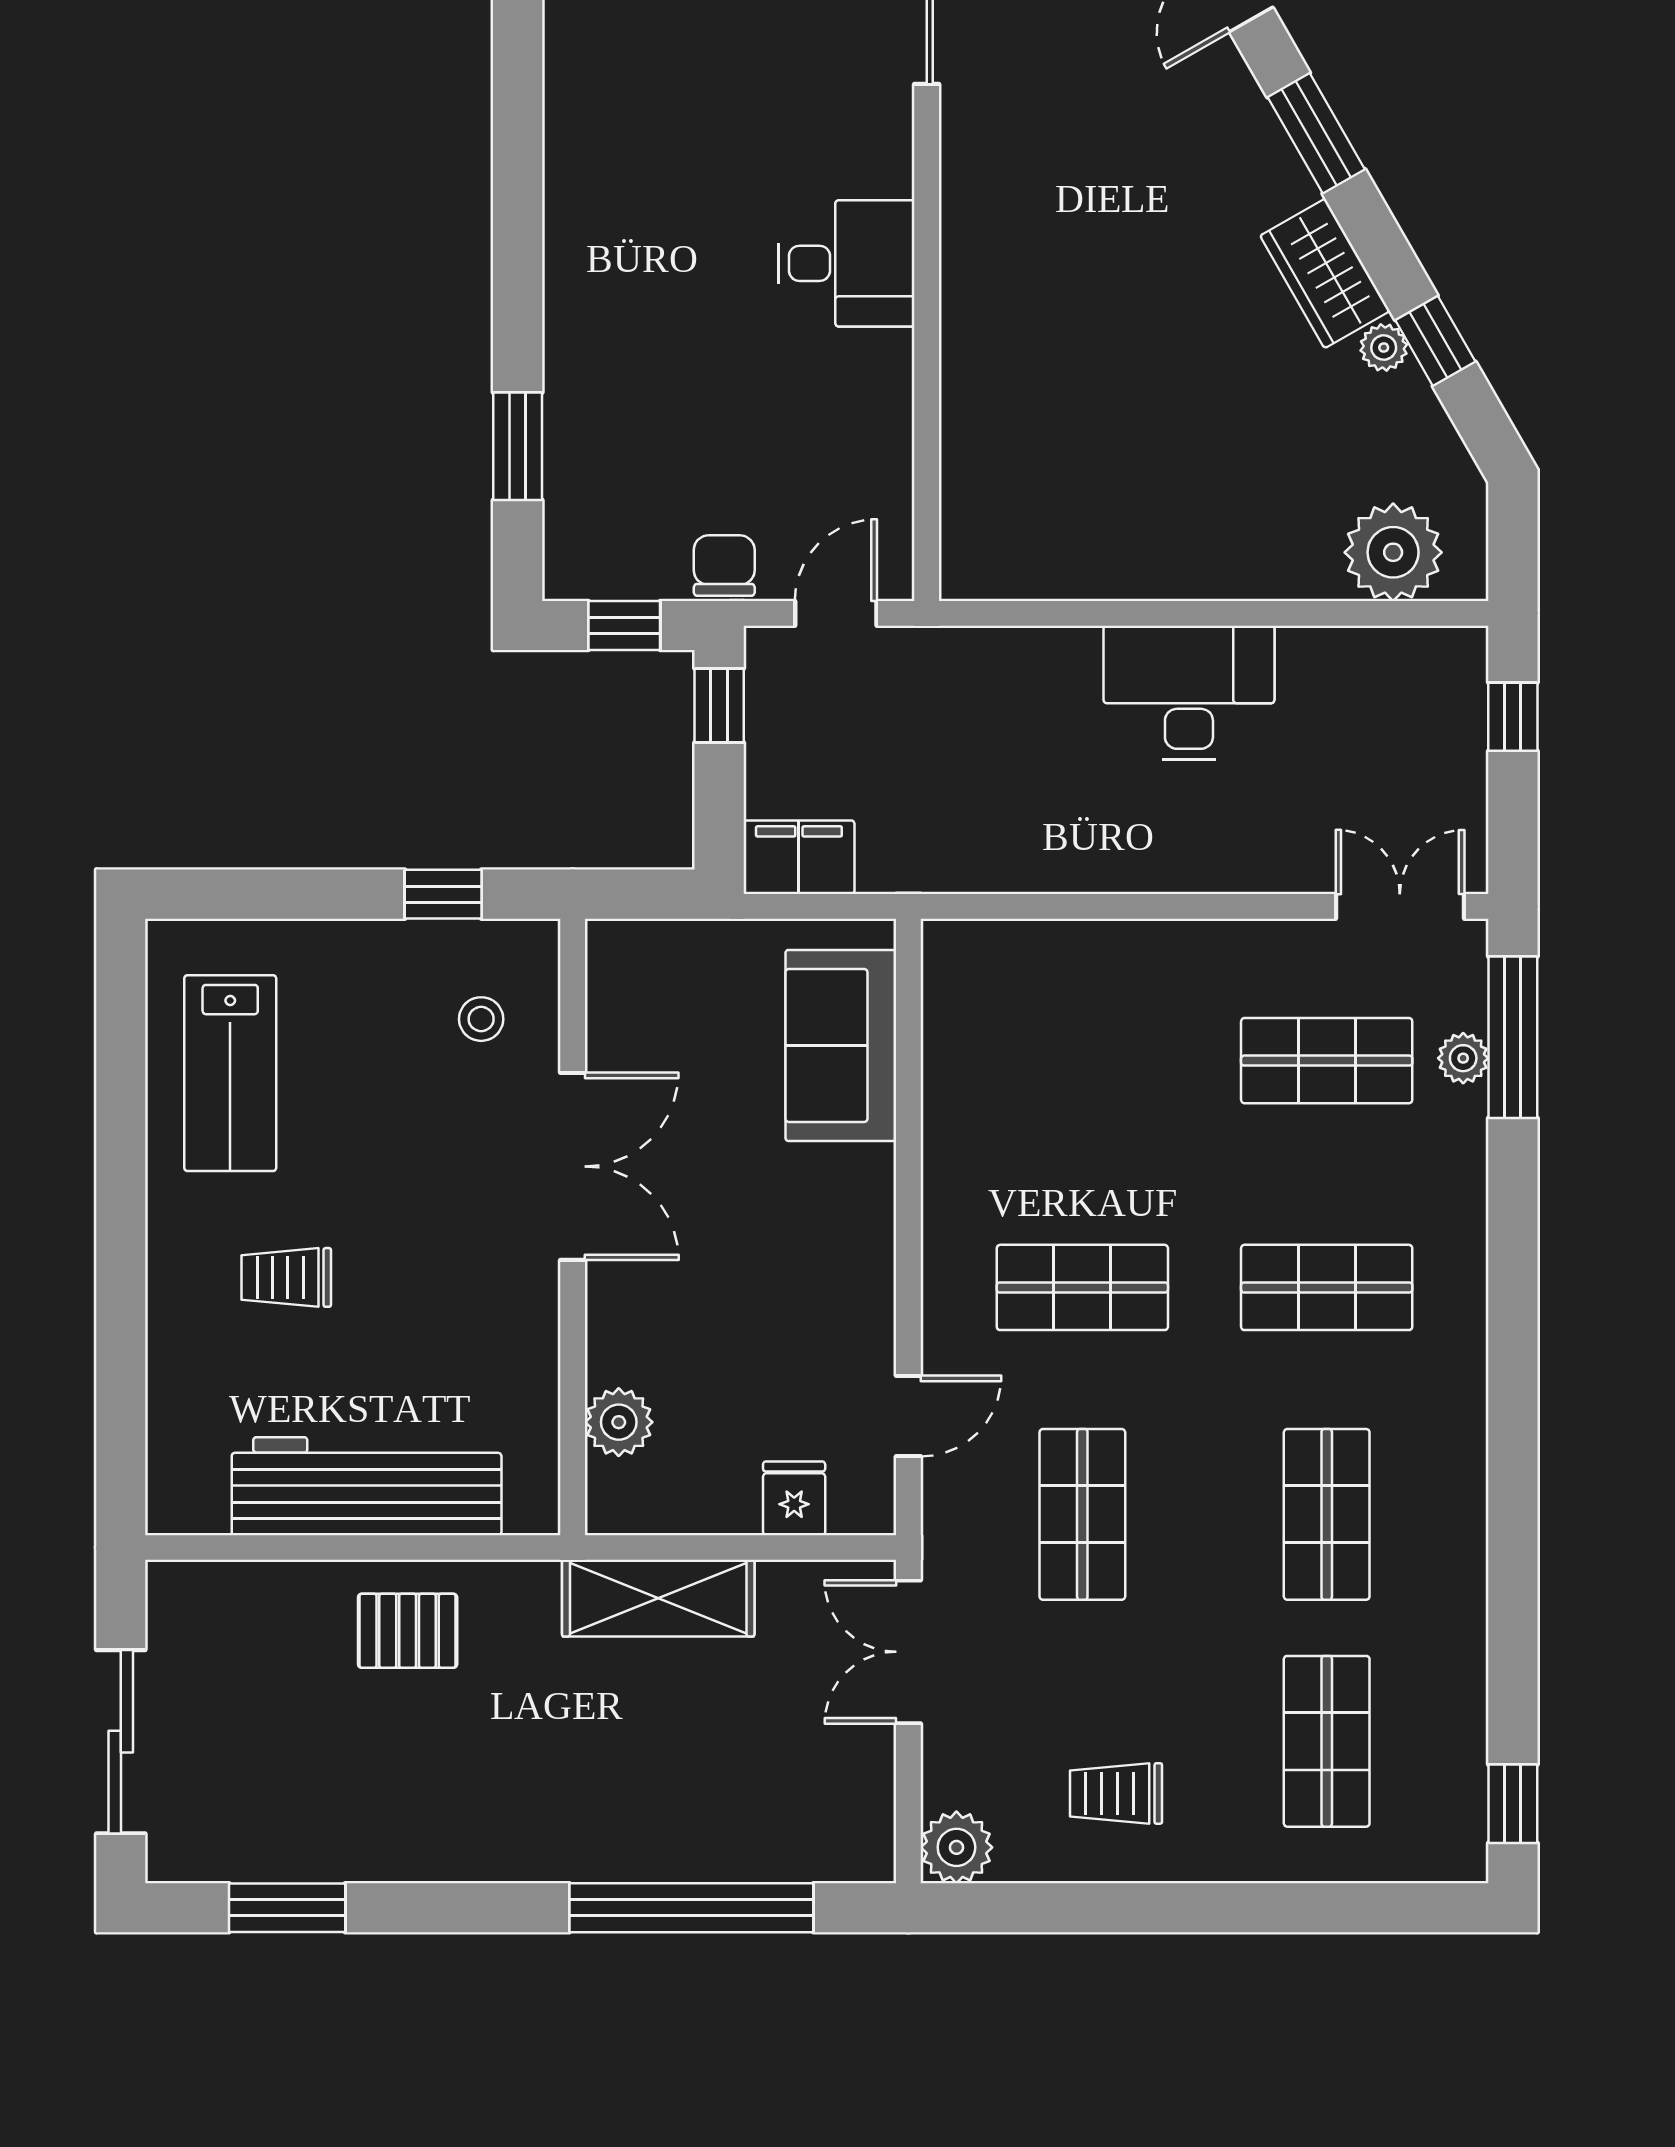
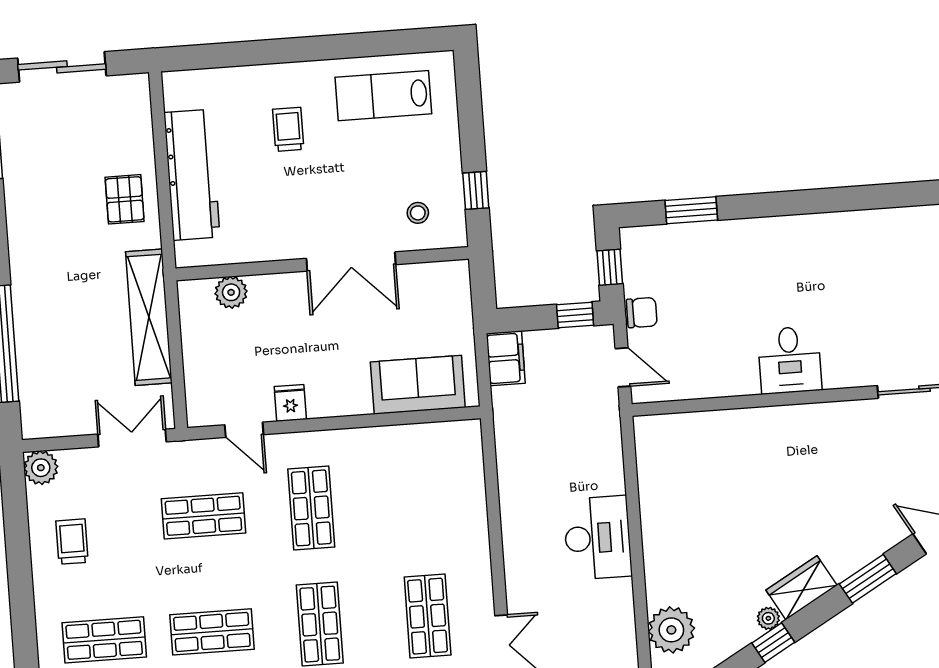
fridge: (794, 1498) -> (290, 403), moved, turned -90
shelving: (658, 1598) -> (149, 317), width x1.47

